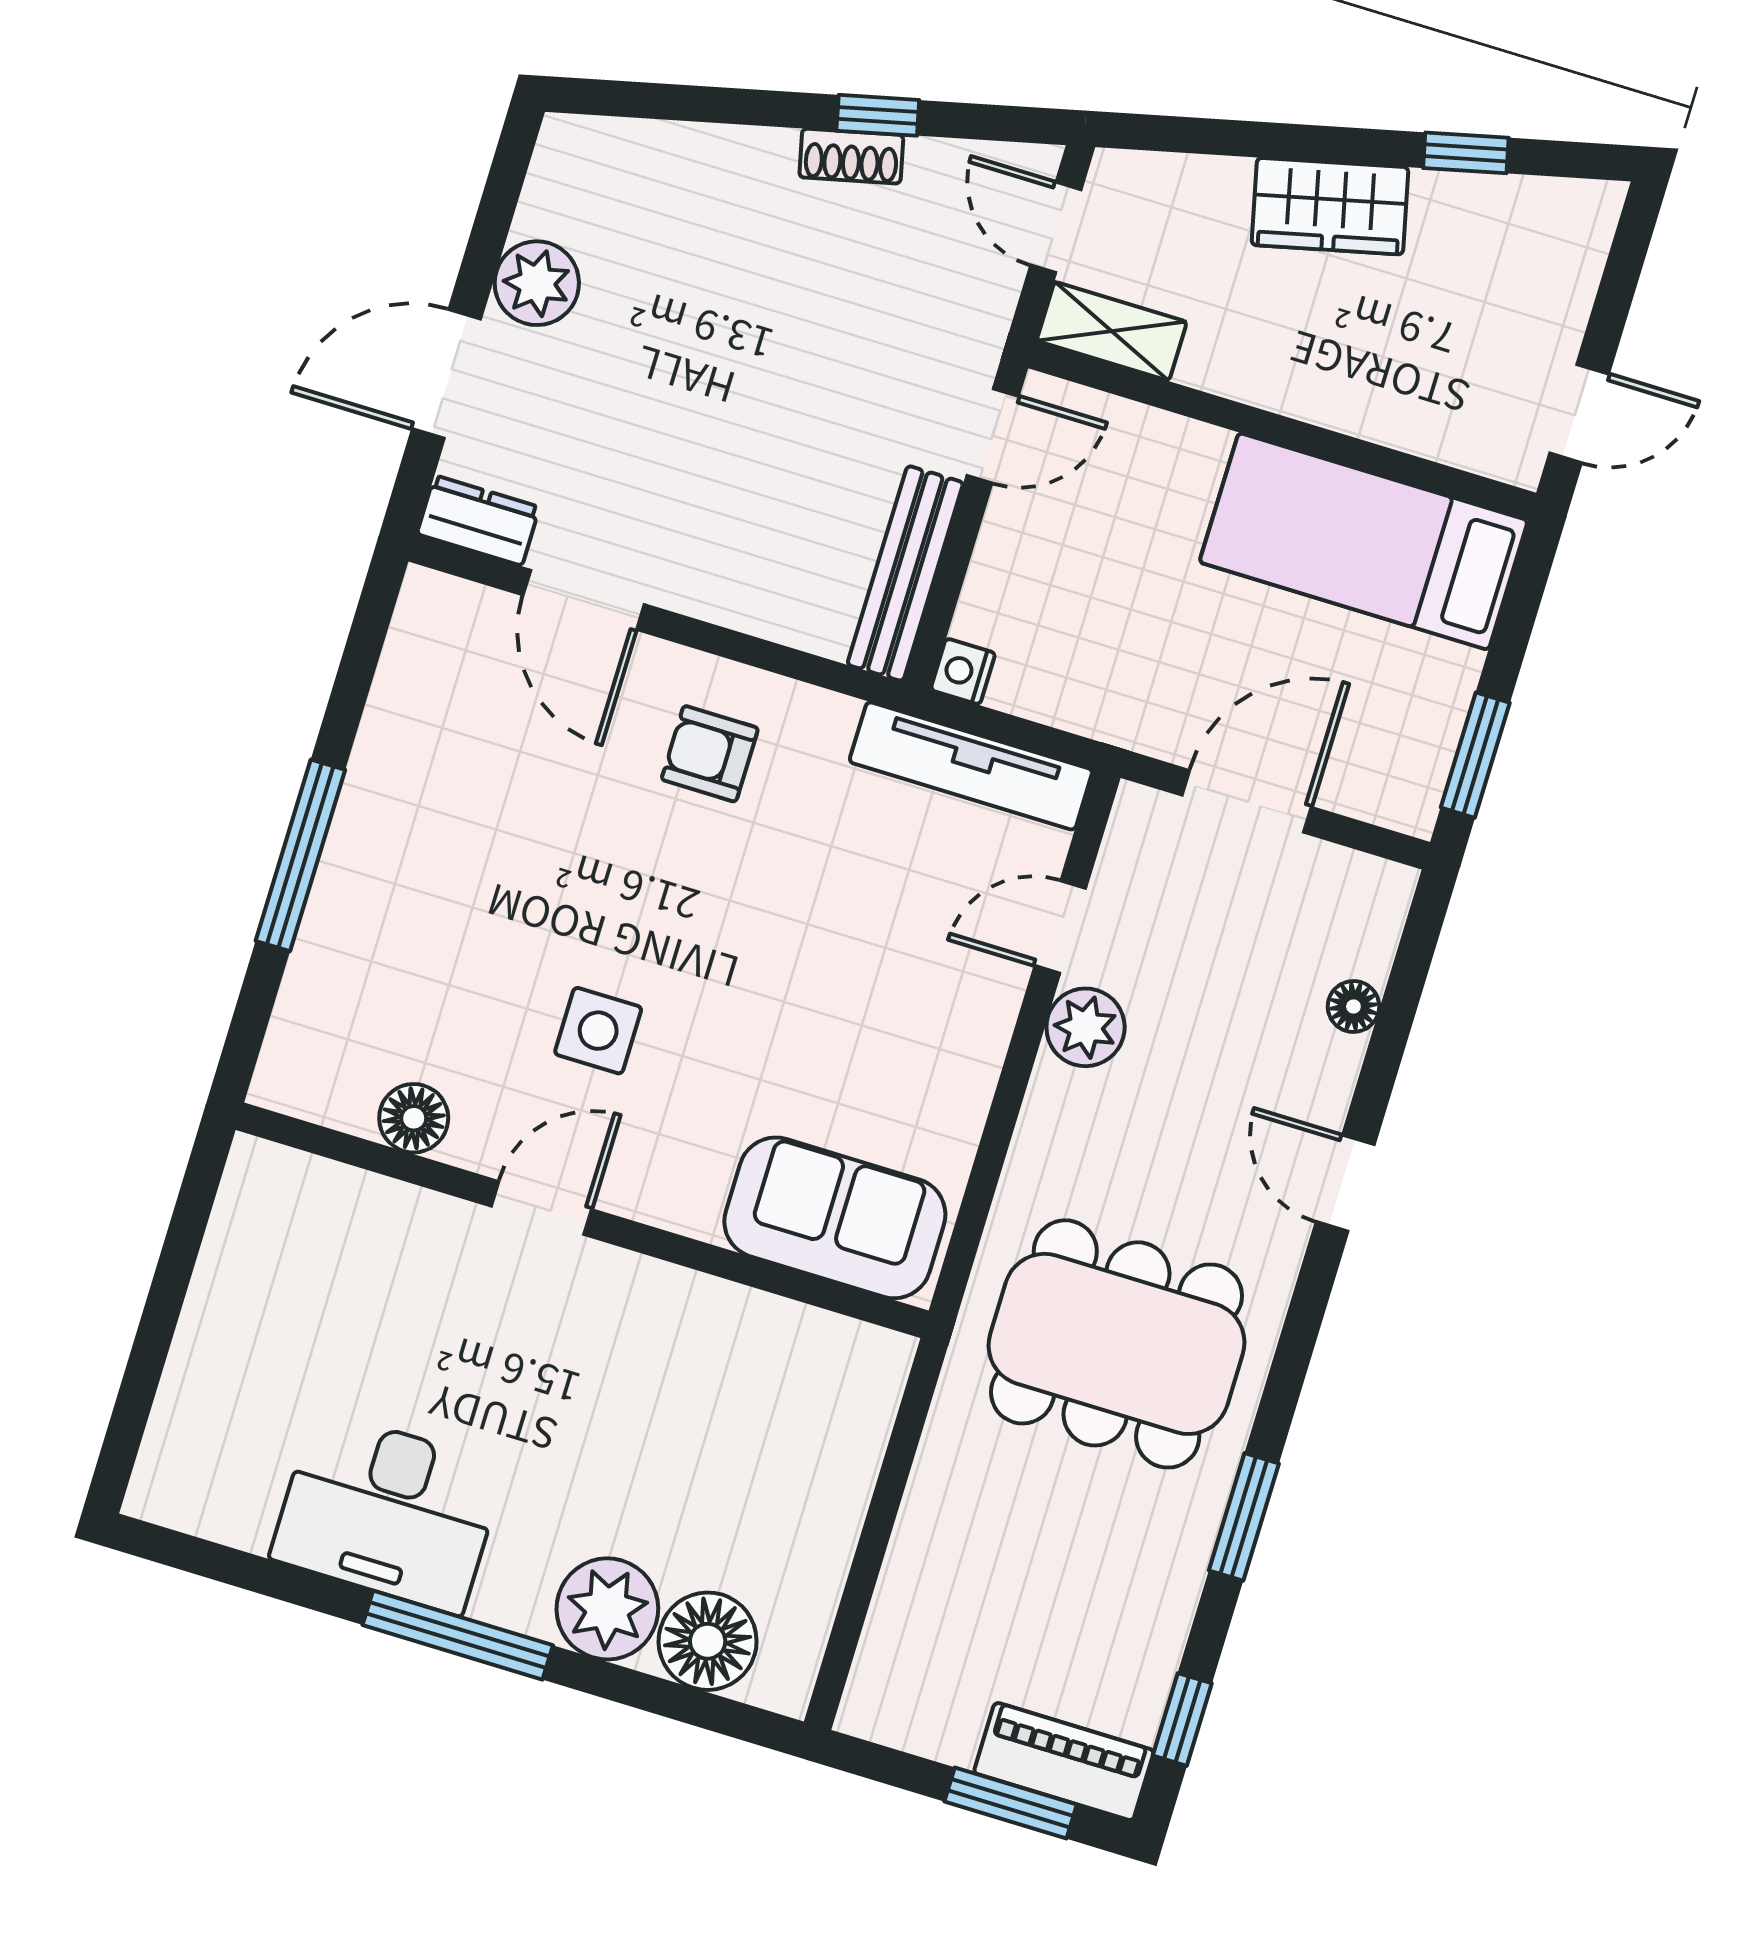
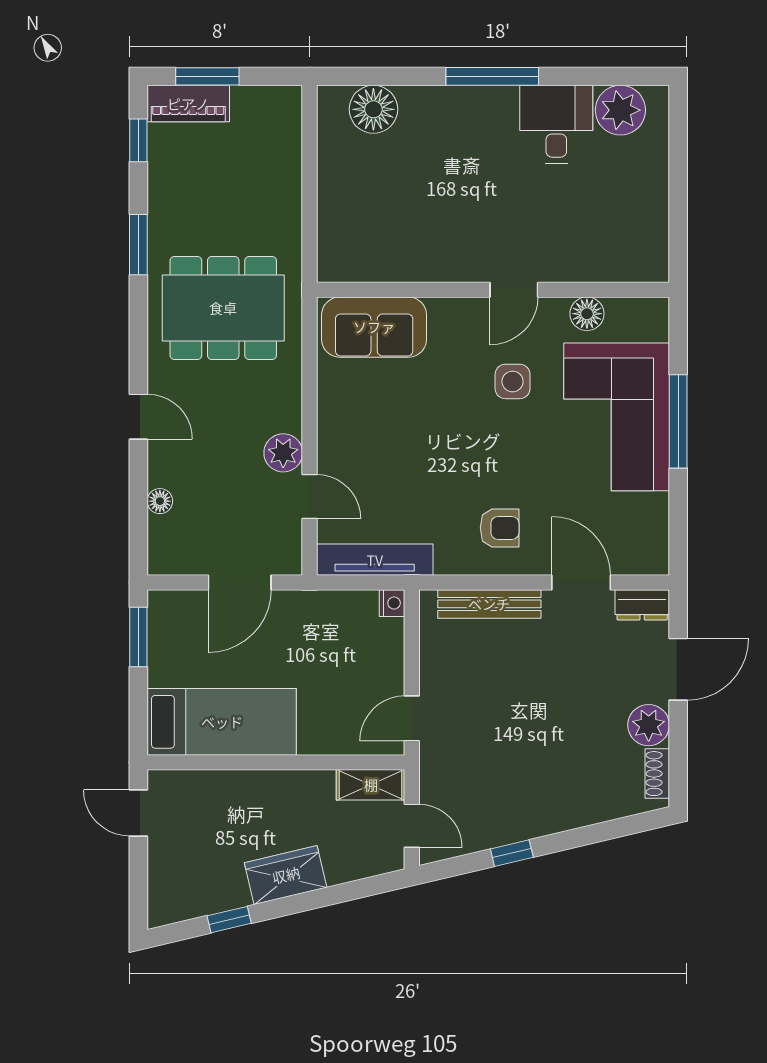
shoe rack: (851, 156) -> (657, 774), moved, turned -77
door: (1579, 413) -> (138, 813), hinge flipped
bench: (905, 574) -> (489, 604), moved, turned 90
corner sofa: (417, 900) -> (617, 417), added
door: (1060, 927) -> (309, 496), hinge flipped
desk: (388, 1512) -> (556, 124), width x0.73
plant: (607, 1609) -> (620, 110), moved

